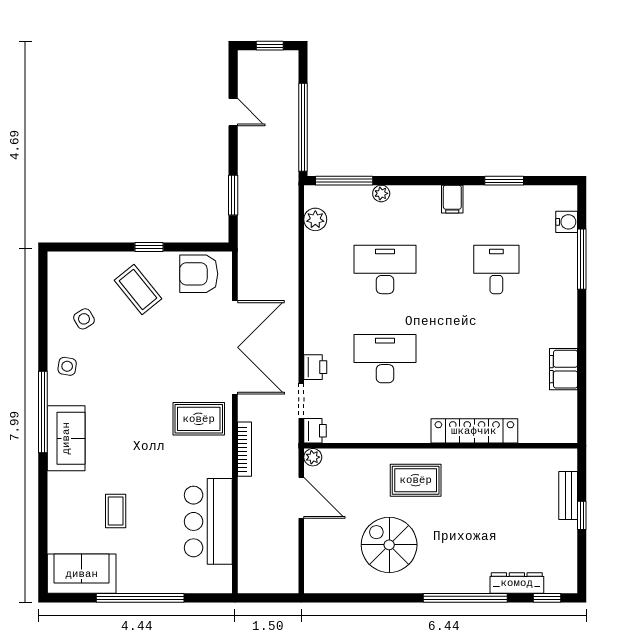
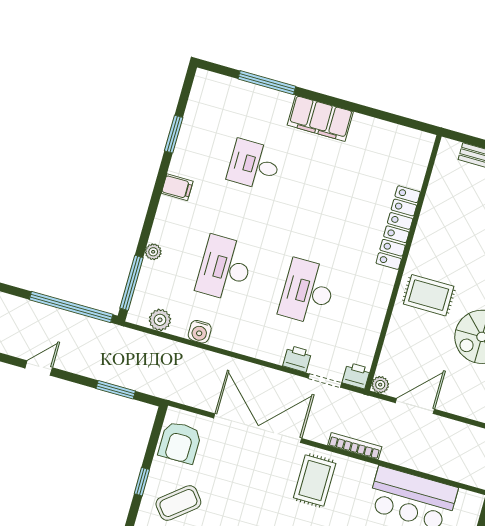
water cooler: (567, 222) -> (200, 332), moved, turned 180
filing cabinet: (564, 369) -> (320, 118), moved, width x1.50, depth x1.17
rug: (416, 480) -> (429, 295), turned 90

